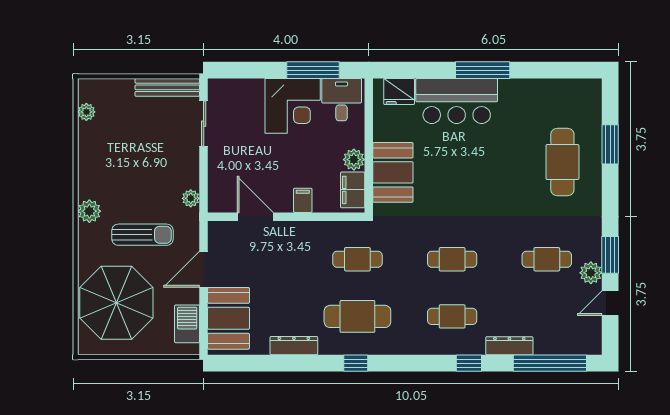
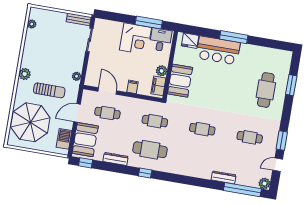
bench: (167, 87) -> (79, 19), width x0.73
plant: (591, 273) -> (264, 183), moved
cafe table: (452, 316) -> (107, 113), moved
window: (469, 363) -> (86, 163), moved

